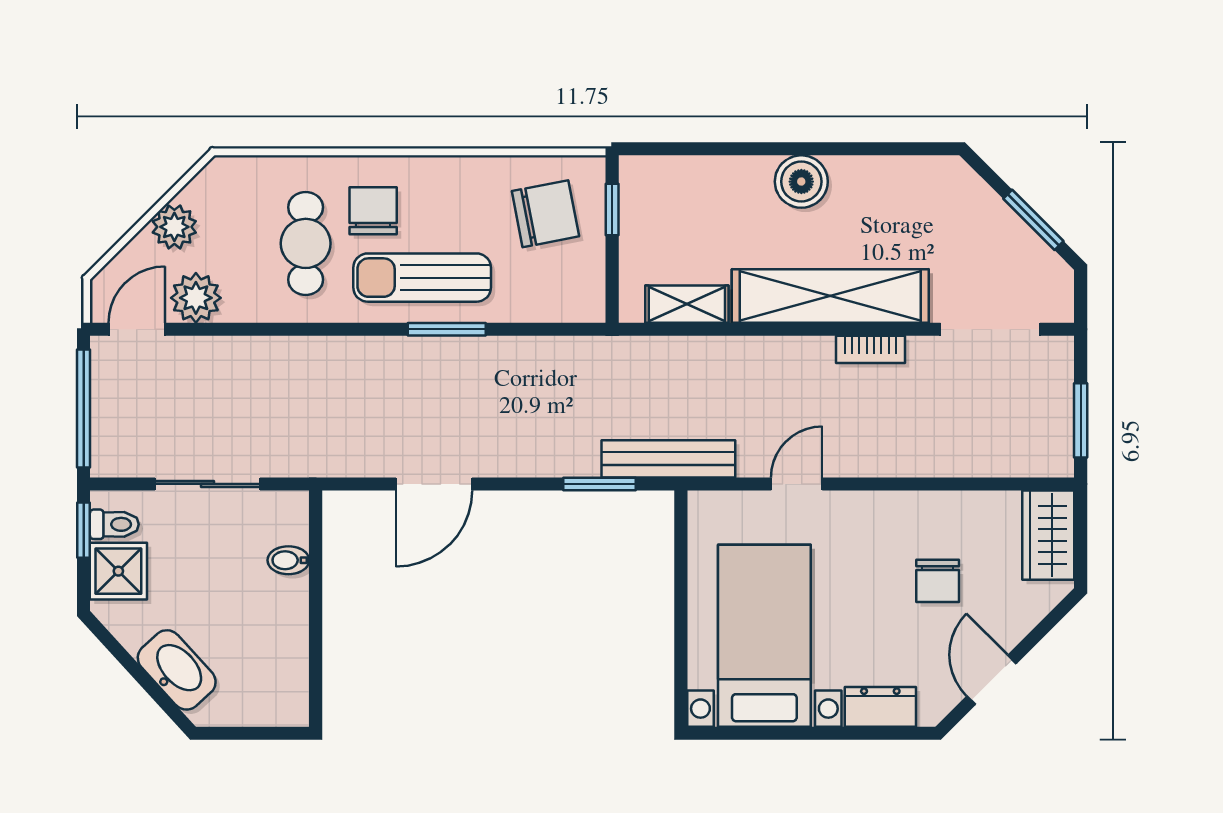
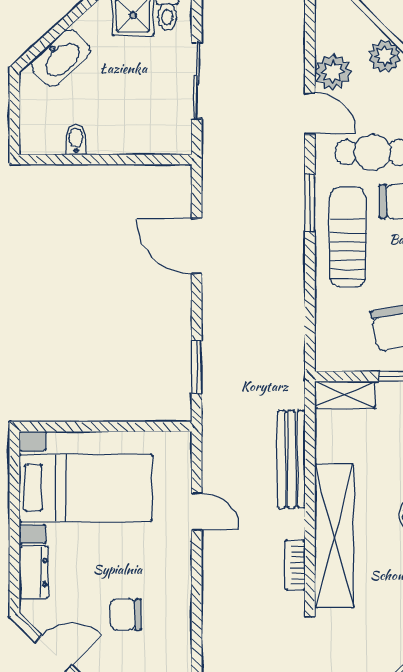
shelving: (687, 304) -> (345, 395), moved, turned 90
door: (137, 329) -> (310, 113), moved
window: (447, 329) -> (310, 203), moved
bench: (668, 459) -> (291, 459), moved
bidet: (288, 560) -> (76, 140), moved

